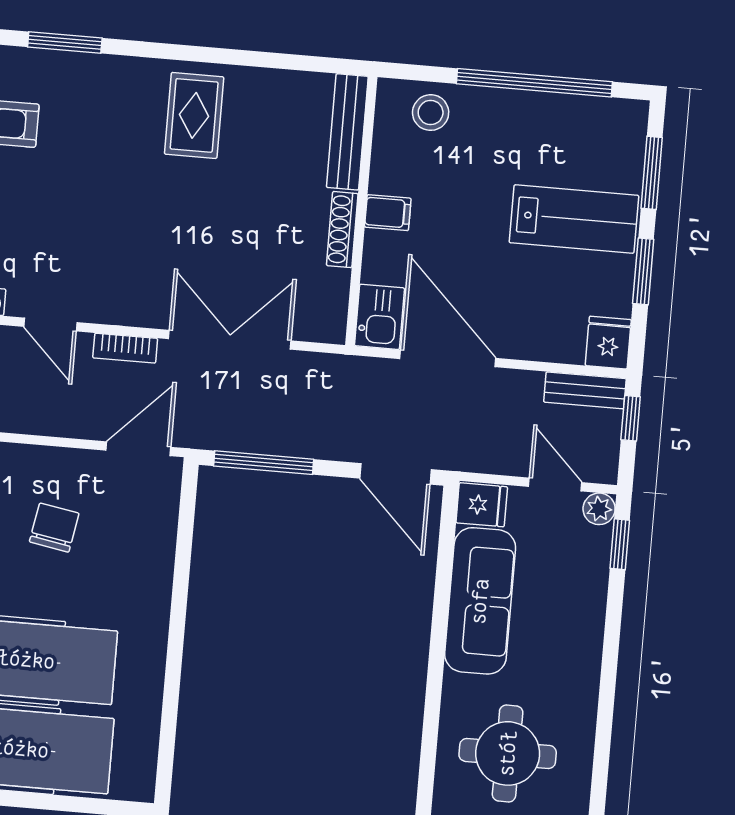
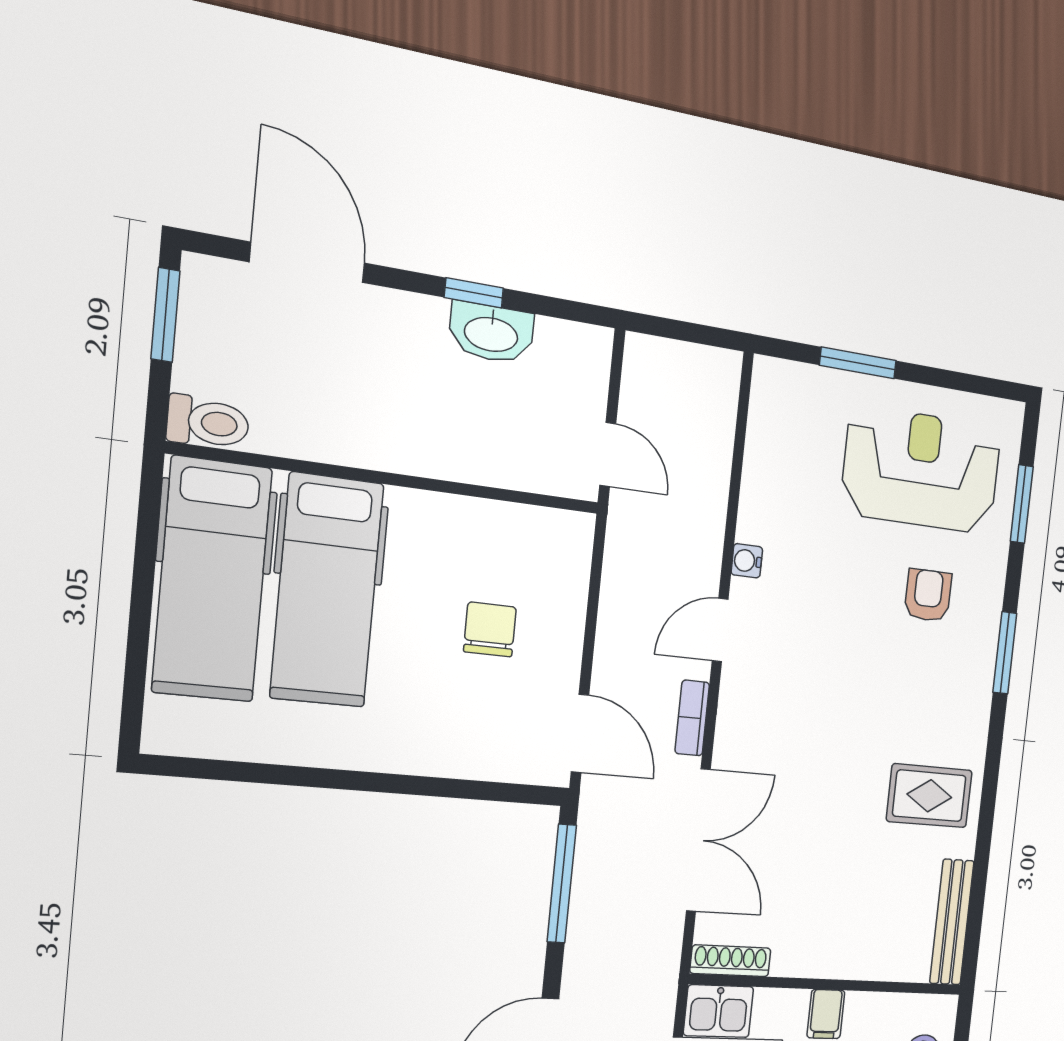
bench: (347, 132) -> (952, 922), moved, turned 90
shoe rack: (342, 230) -> (730, 961), moved
chair: (54, 528) -> (490, 629), turned -100

